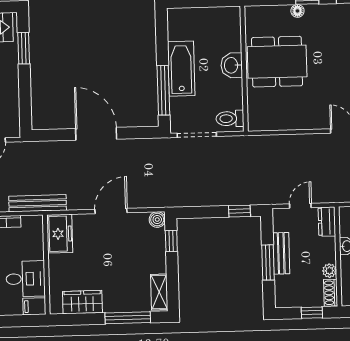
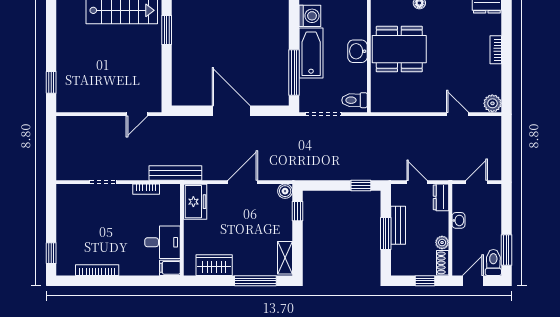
washing machine: (179, 28) -> (310, 16), added
door: (300, 206) -> (417, 182), hinge flipped

